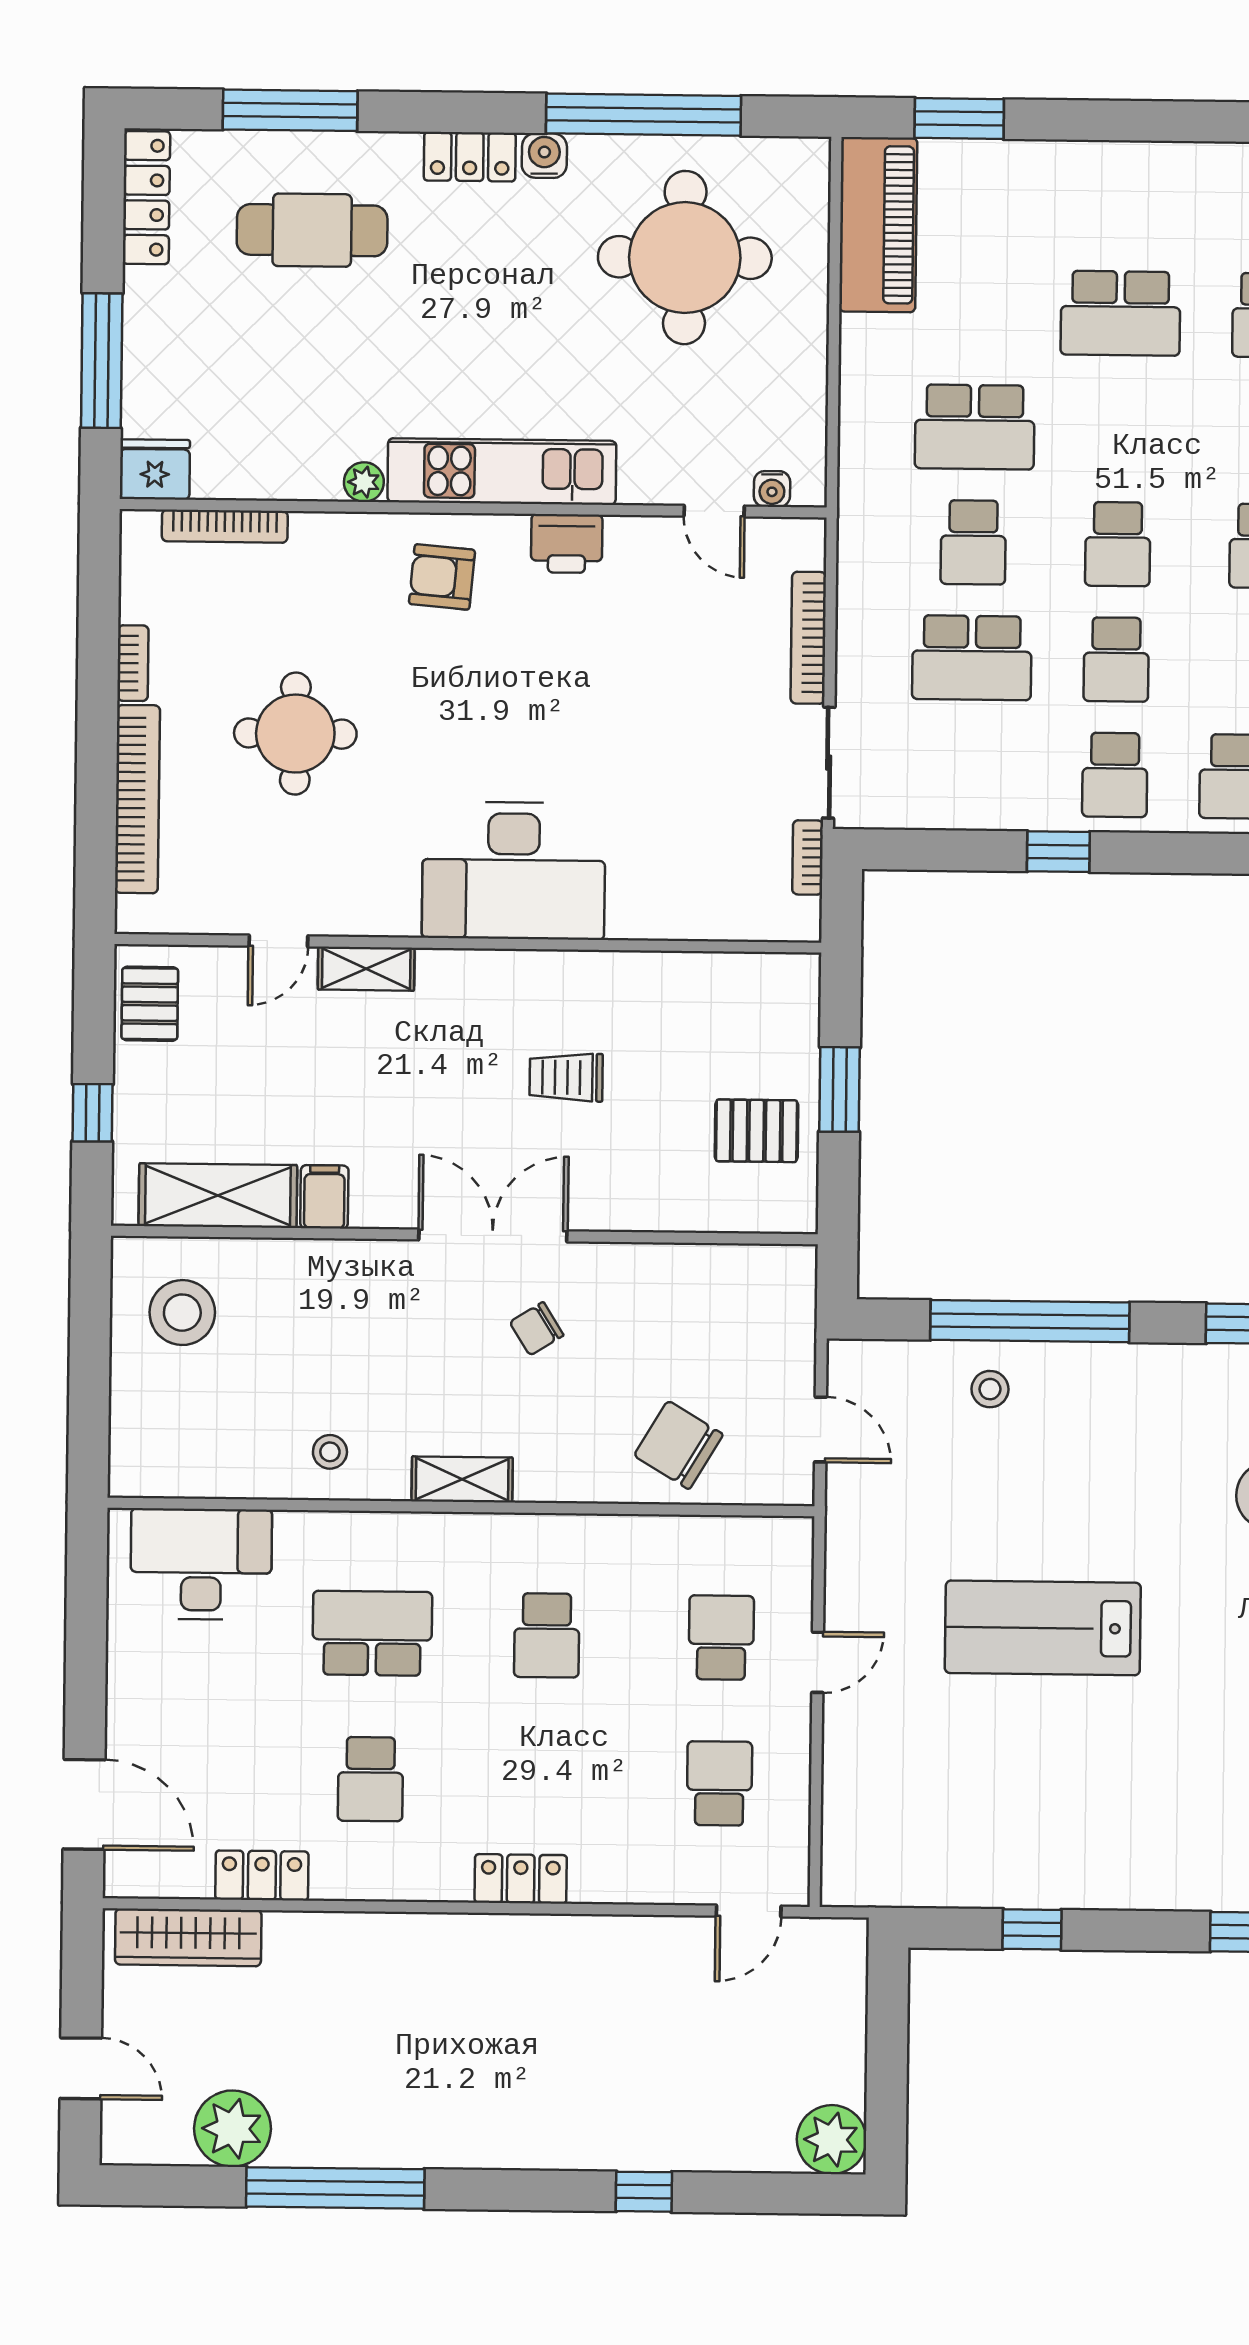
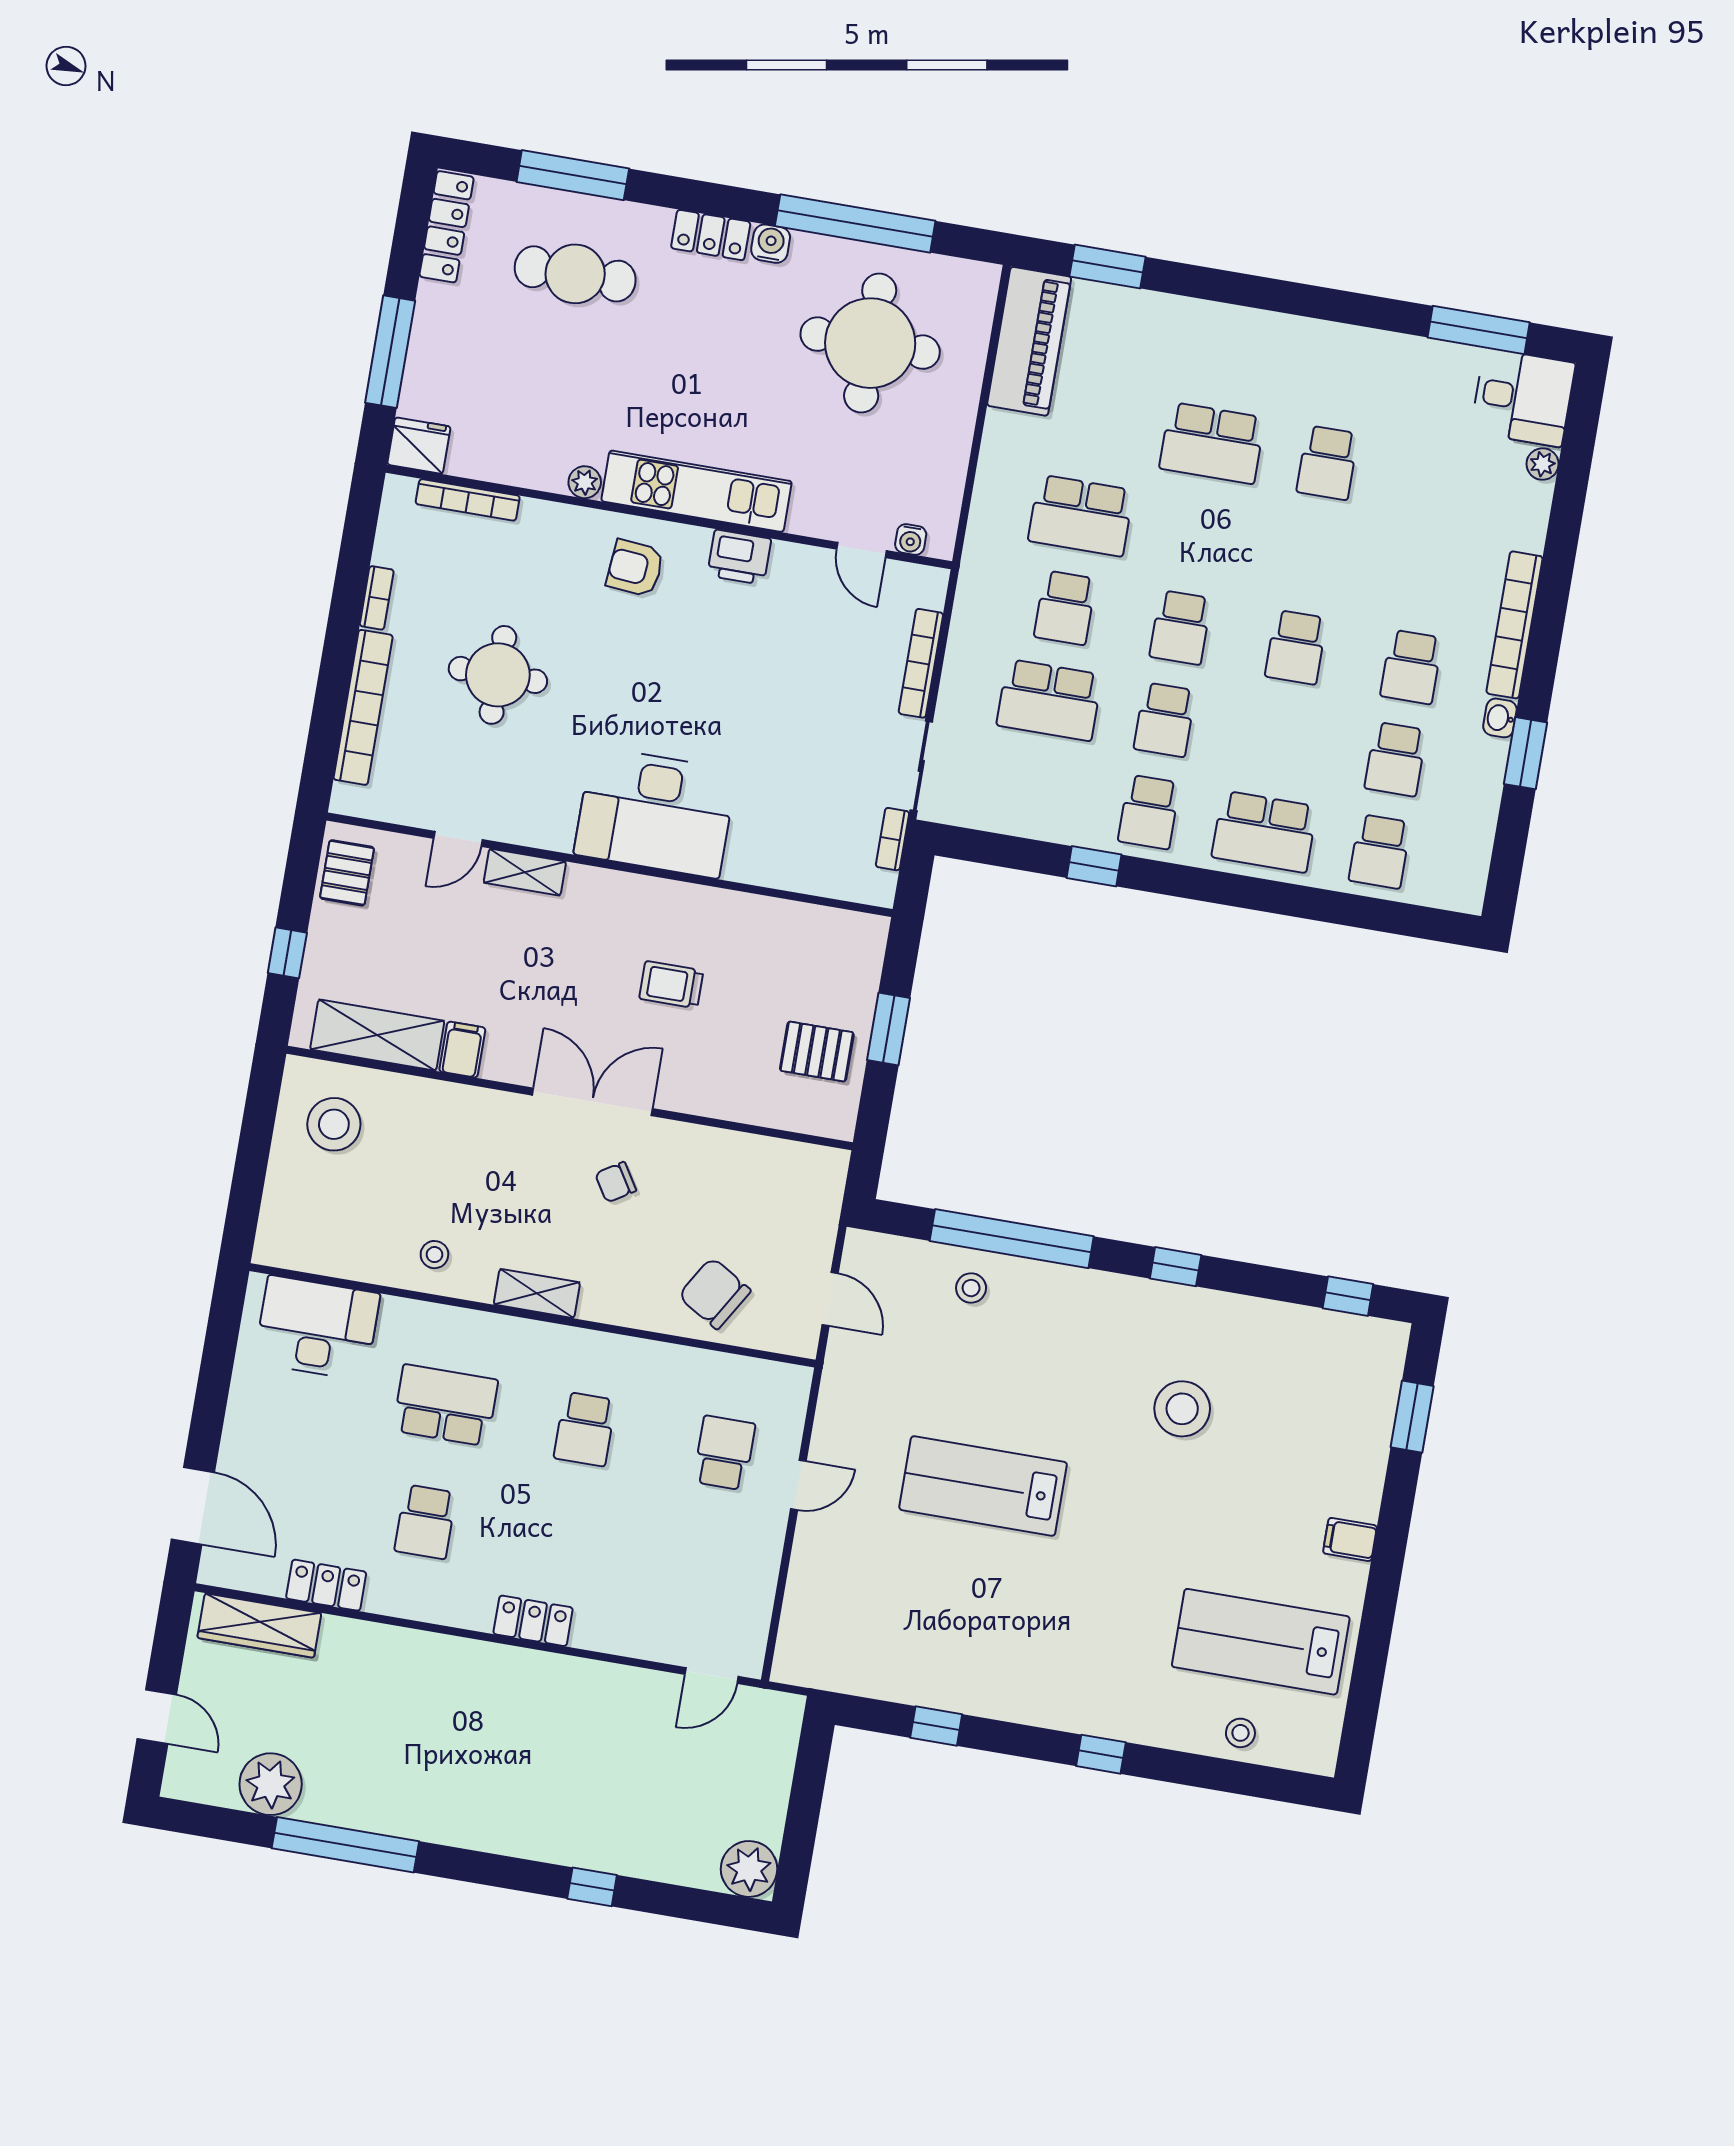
school desk: (719, 1783) -> (704, 1569), removed

